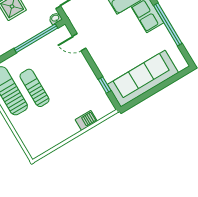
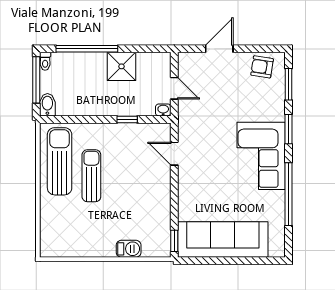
window: (36, 38) -> (127, 119), width x0.32
window: (105, 85) -> (174, 241), moved

